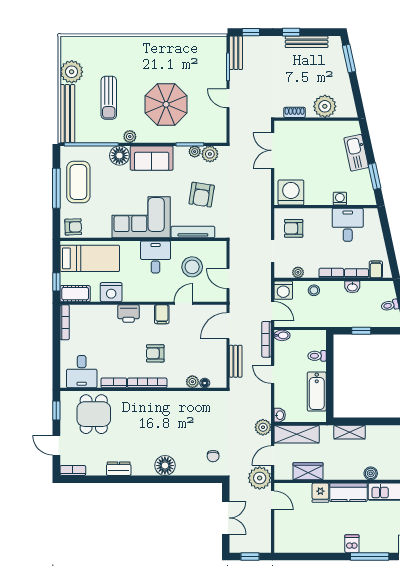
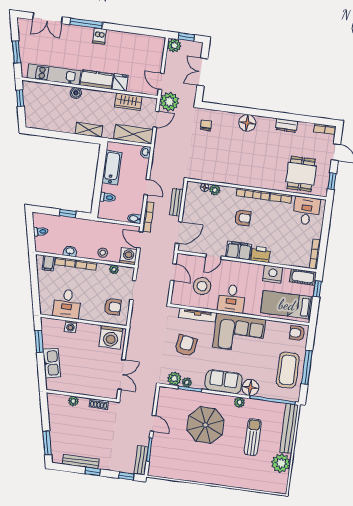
plant: (325, 106) -> (73, 401), width x0.53, depth x0.53
filing cabinet: (162, 314) -> (239, 251), width x2.00
plant: (263, 427) -> (174, 45), moved

